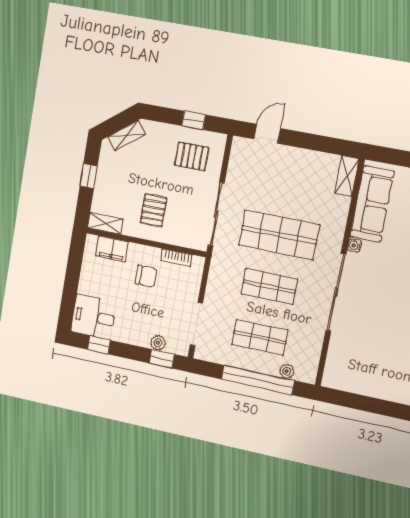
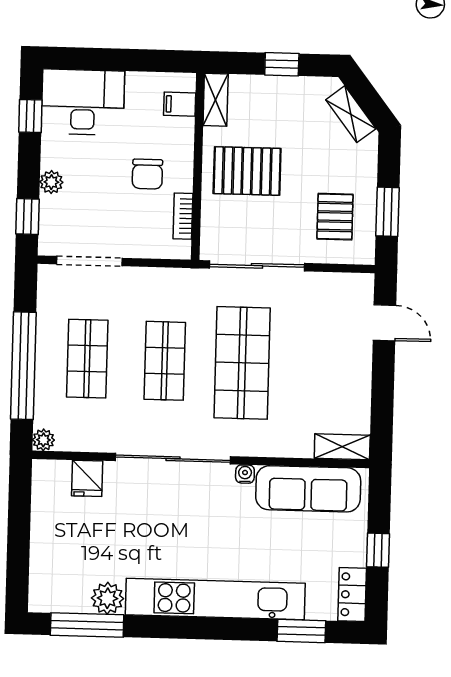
window: (194, 120) -> (387, 212), width x1.50
pallet: (154, 210) -> (247, 171), width x1.50, depth x1.42
filing cabinet: (112, 249) -> (180, 104), width x0.50
desk: (94, 317) -> (83, 102), width x1.37
plant: (158, 343) -> (51, 182), moved
fridge: (340, 352) -> (87, 478), added
plant: (287, 371) -> (43, 440), moved

